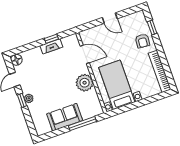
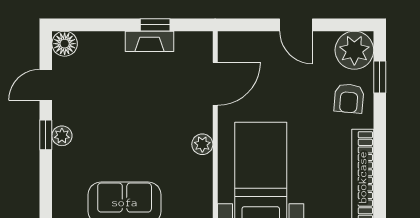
plant: (138, 20) -> (354, 50), added
door: (85, 54) -> (215, 84), hinge flipped
plant: (85, 83) -> (202, 144), width x0.53, depth x0.53

